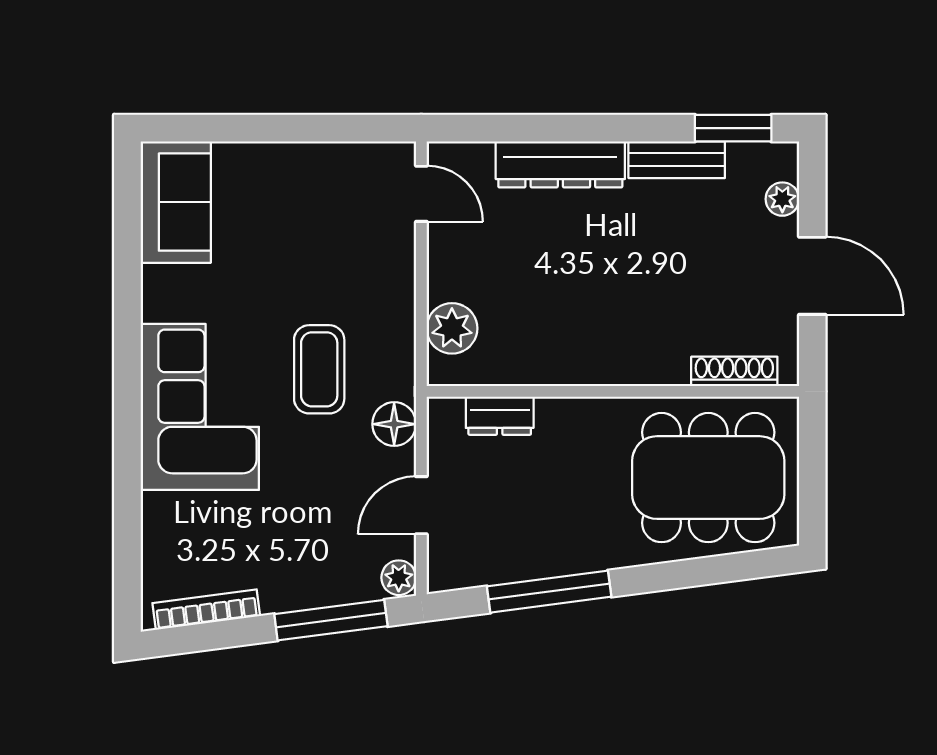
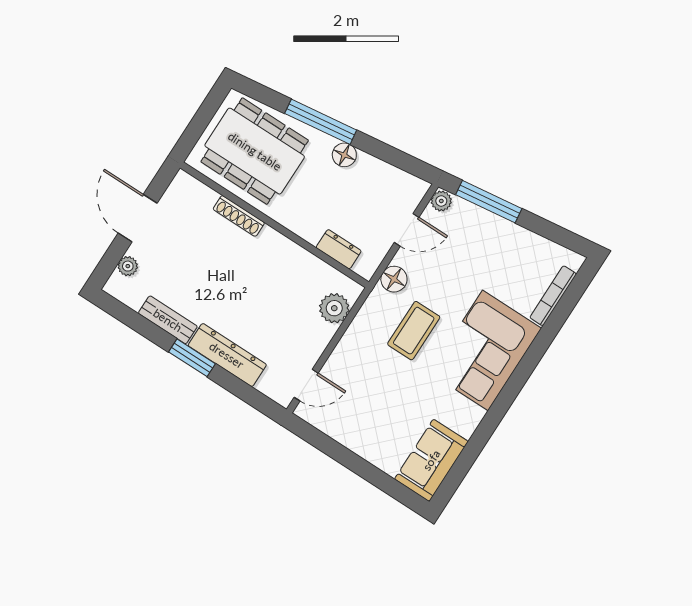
window: (733, 128) -> (192, 358), moved
door: (421, 194) -> (306, 385), swing flipped
shoe rack: (734, 371) -> (239, 216), moved
floor lamp: (578, 554) -> (344, 155), added
window: (549, 592) -> (321, 122), moved
bookcase: (206, 610) -> (553, 296), moved, turned 97

